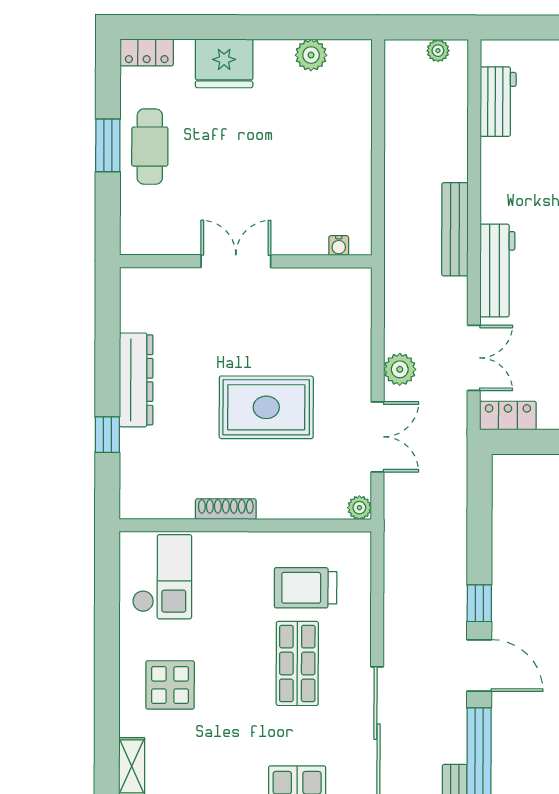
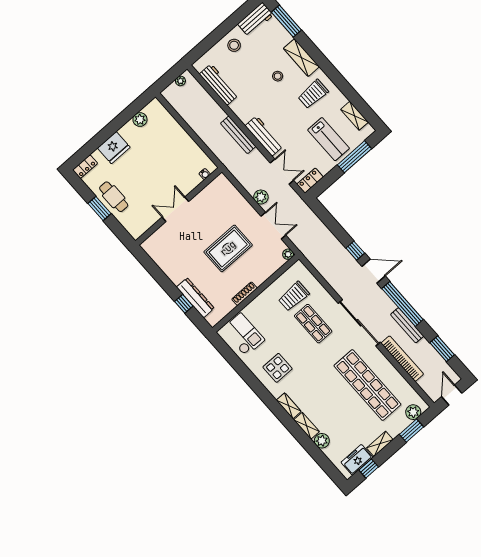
workbench: (498, 102) -> (219, 84), width x1.38
dresser: (136, 380) -> (195, 298), moved

